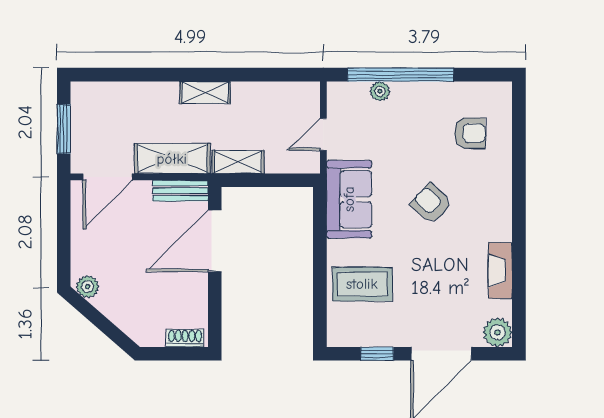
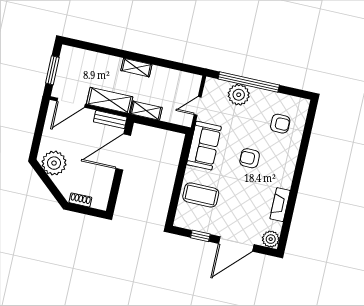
plant: (380, 91) -> (239, 95), width x1.88, depth x1.88
armchair: (431, 203) -> (250, 158), turned -43
plant: (88, 287) -> (54, 163), width x1.87, depth x1.87
shoe rack: (185, 338) -> (80, 200), moved

